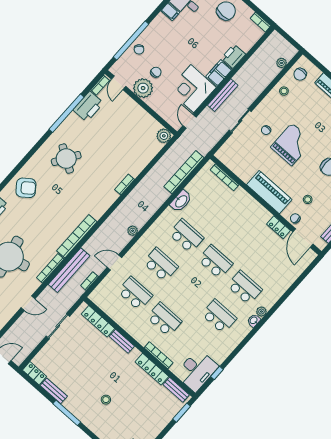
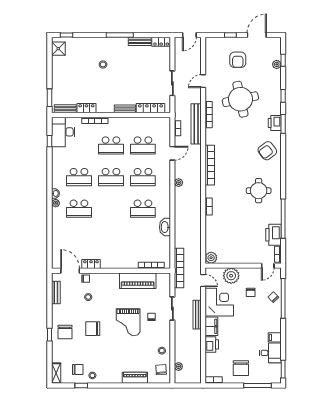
door: (119, 83) -> (268, 266), swing flipped
plant: (143, 88) -> (231, 276), moved
round table: (66, 159) -> (259, 191), turned -32
bookcase: (184, 172) -> (179, 268), moved
piano: (269, 192) -> (138, 281), moved
bookcase: (77, 236) -> (210, 165), moved
school desk: (215, 262) -> (111, 177), moved
locker: (152, 369) -> (86, 108), width x0.66

